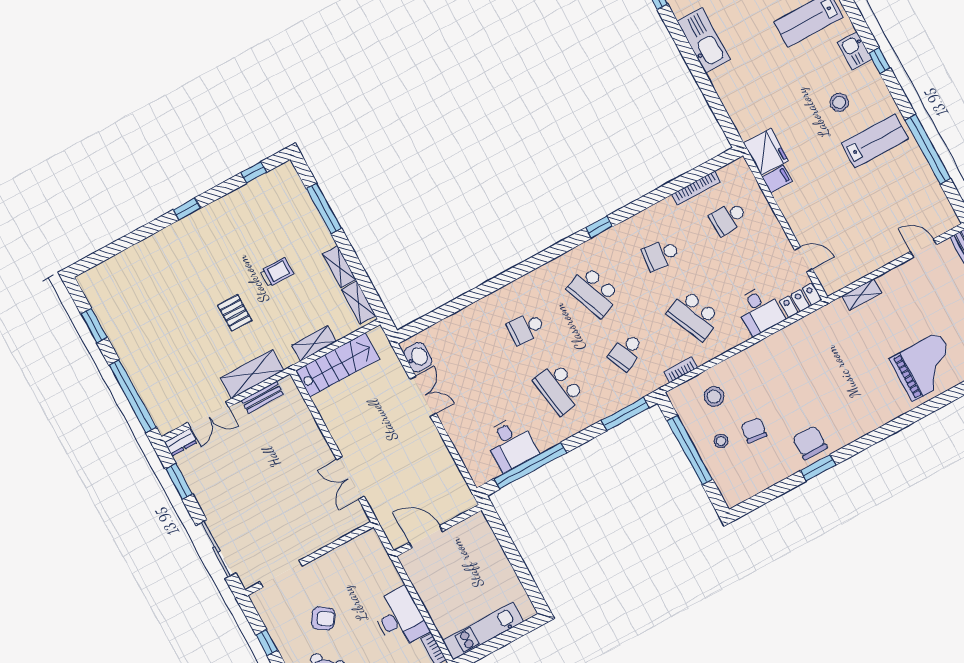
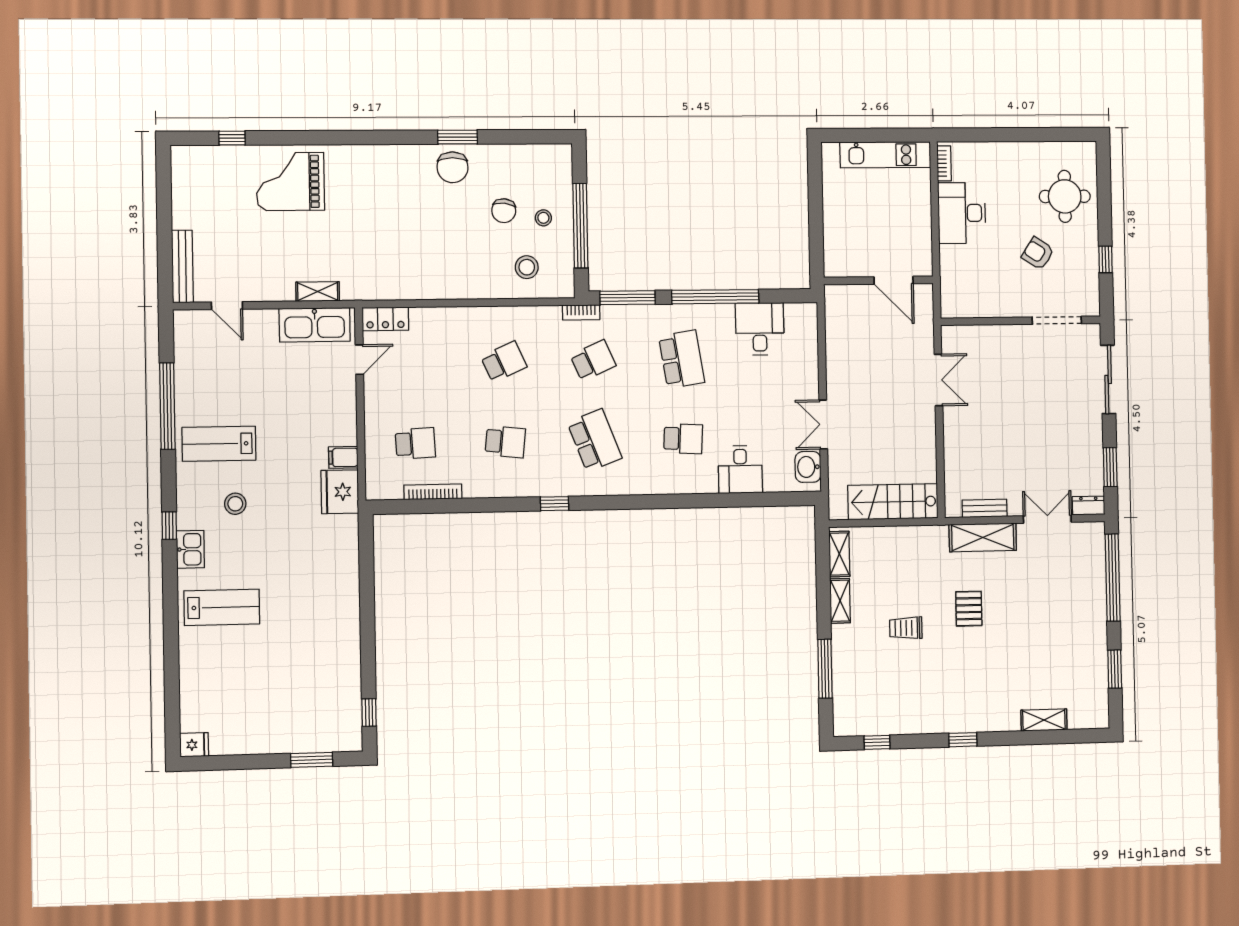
kitchen sink: (704, 40) -> (315, 325), moved, turned -90
door: (803, 259) -> (359, 360), swing flipped
desk: (760, 311) -> (740, 469), moved, turned 180
school desk: (694, 315) -> (504, 362), width x0.54
shelving: (314, 343) -> (1044, 720), moved
bookcase: (681, 370) -> (581, 312), moved
window: (530, 466) -> (715, 297), moved

